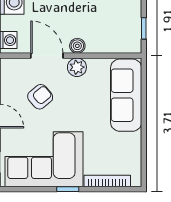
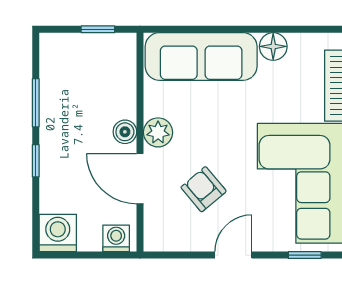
door: (47, 56) -> (140, 179), hinge flipped
floor lamp: (133, 142) -> (273, 46), added

